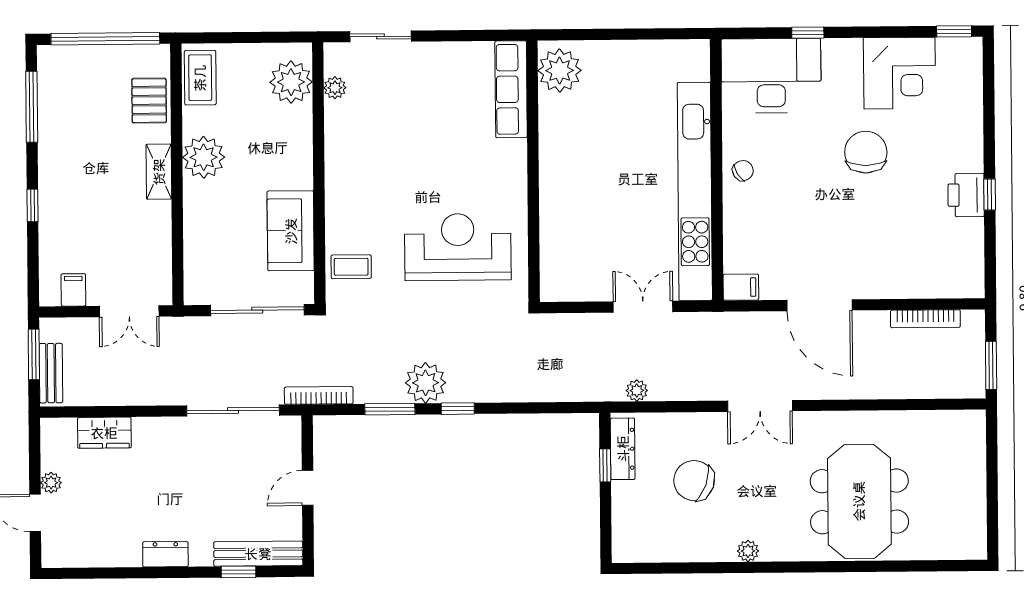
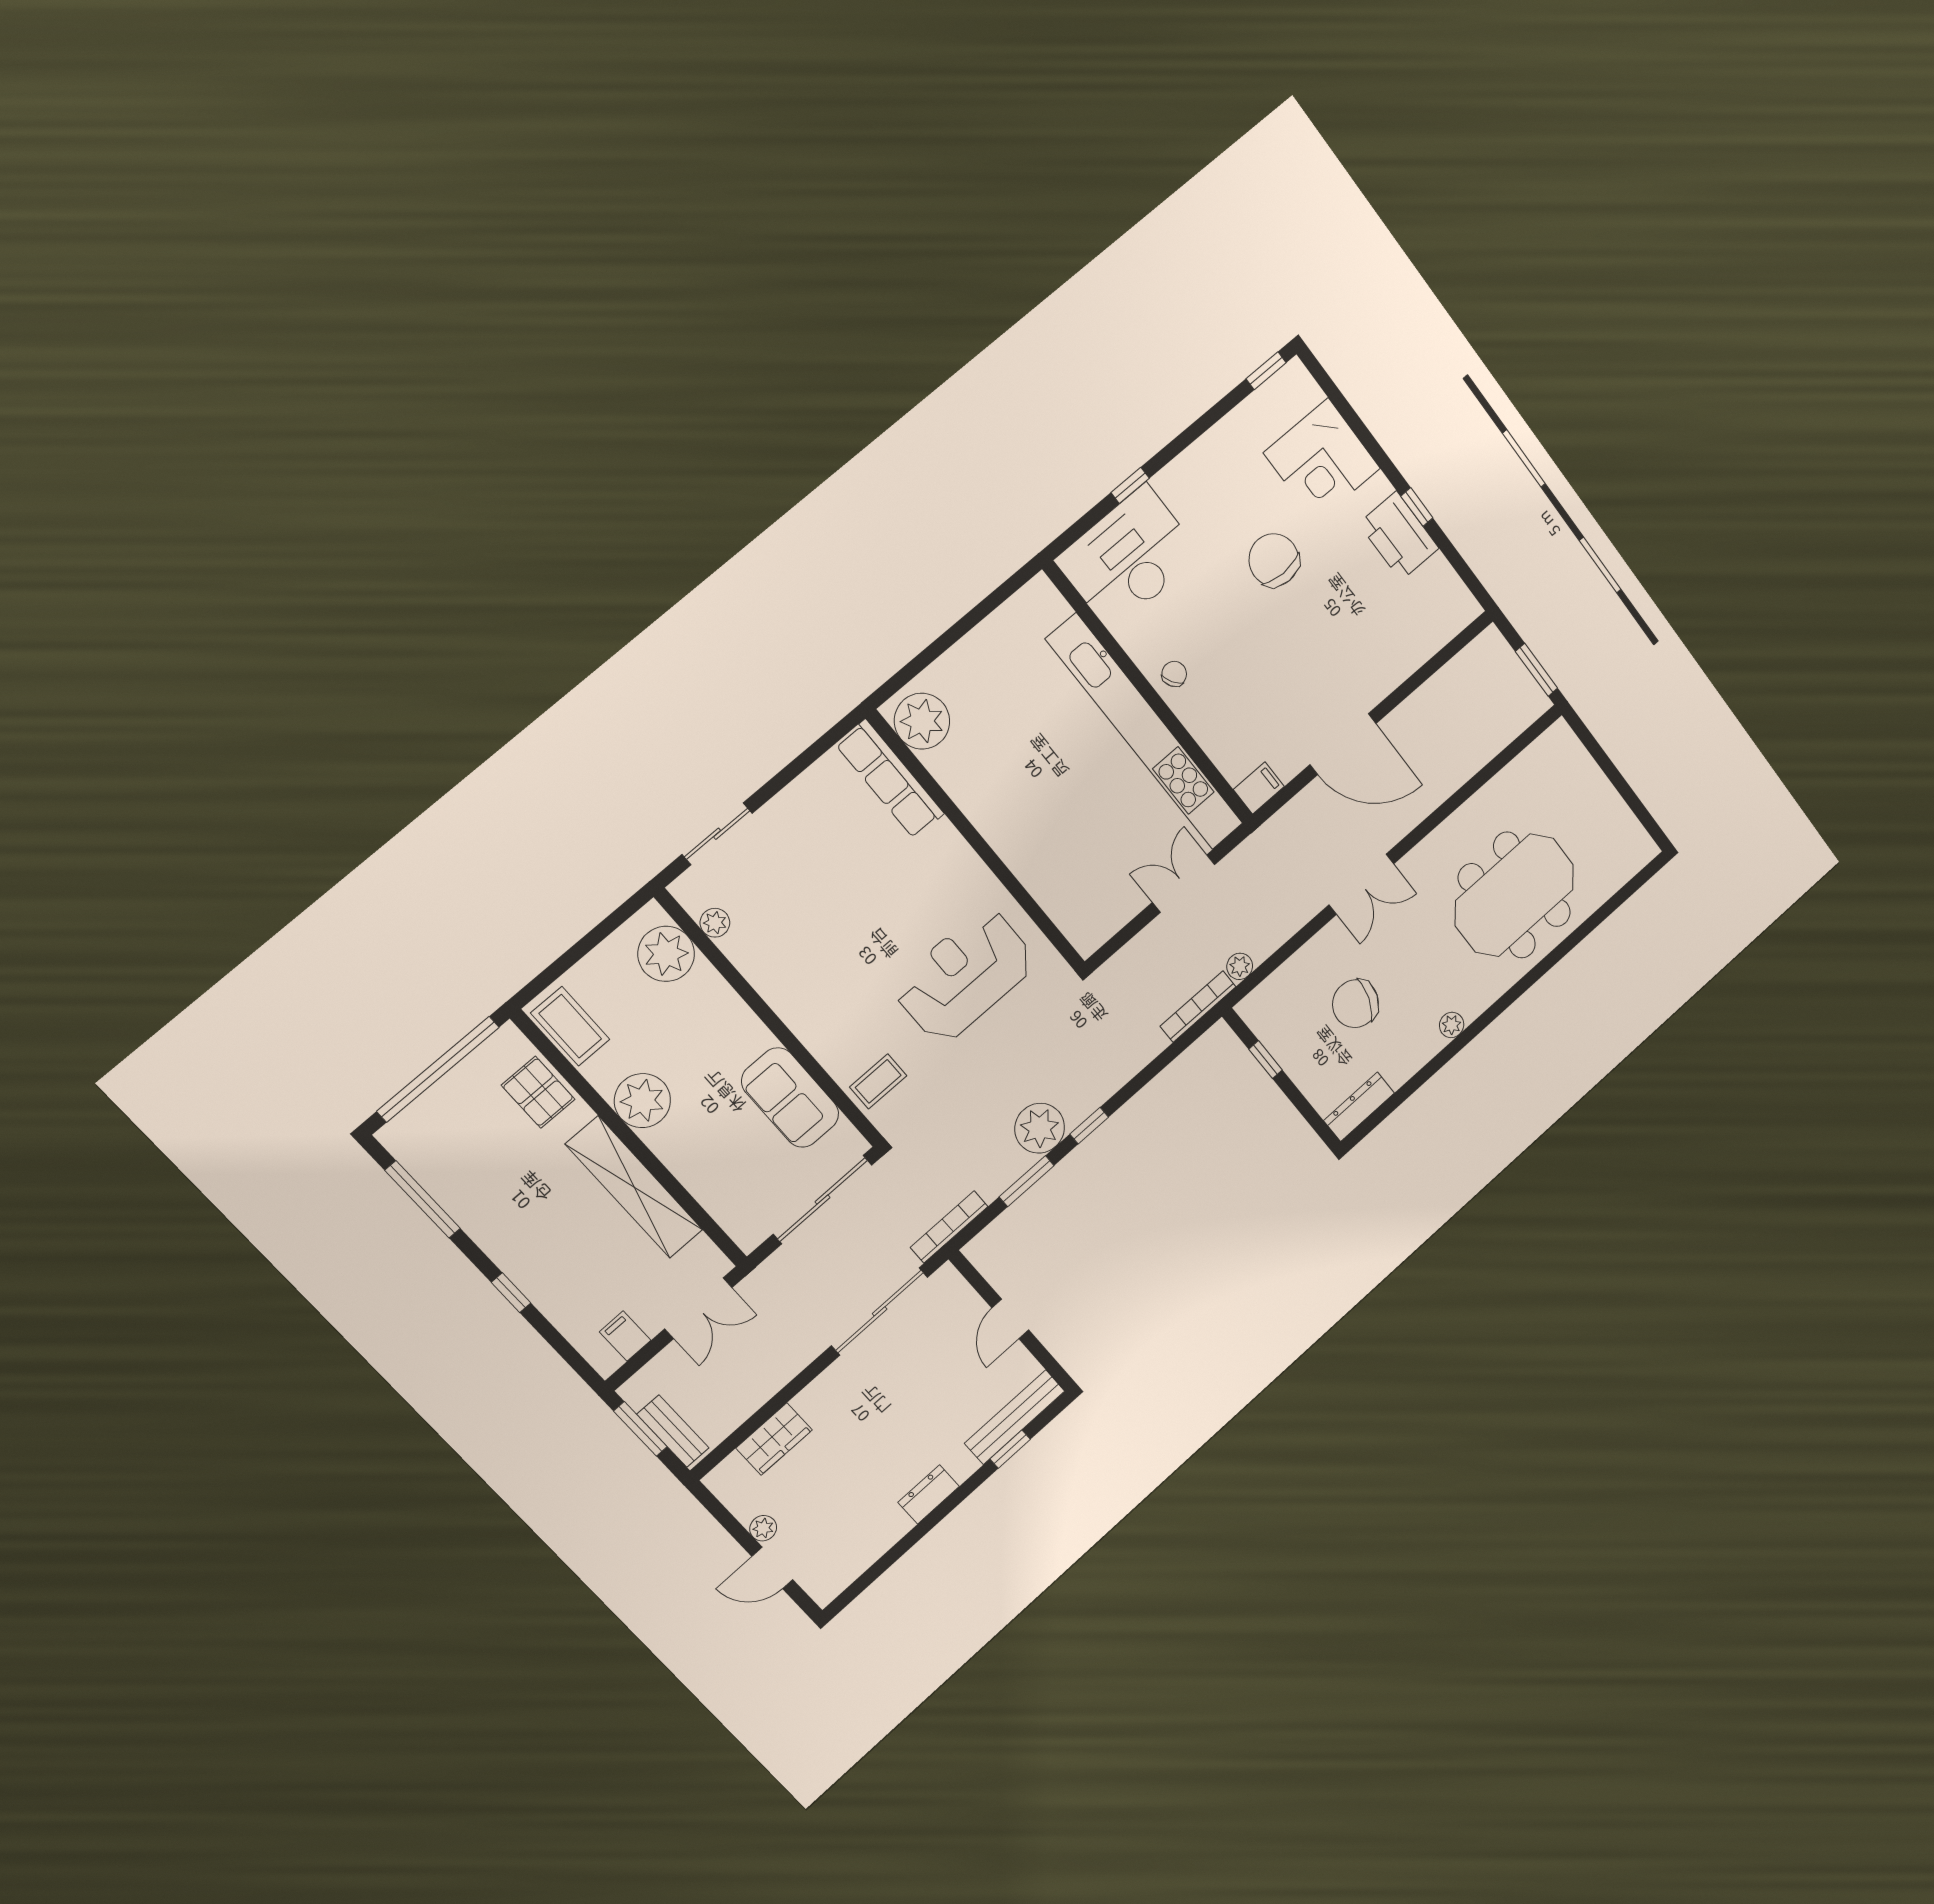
corner desk: (900, 73) -> (1322, 461), moved, turned 90
shelving: (159, 172) -> (634, 1187), width x2.20, depth x1.33
printer: (966, 195) -> (1399, 536), width x1.37, depth x1.19
bookcase: (925, 319) -> (1198, 1006), moved, turned 180
dresser: (623, 449) -> (1359, 1107), moved, turned -90
meeting table: (859, 501) -> (1514, 895), turned 90

